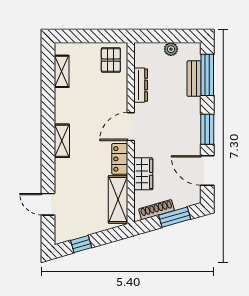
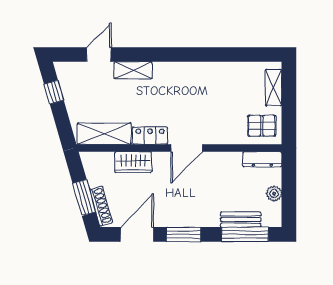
shelving: (62, 71) -> (273, 88), moved, turned 90
dresser: (141, 85) -> (262, 159), moved
door: (131, 127) -> (187, 148), swing flipped
shelving: (62, 141) -> (133, 70), moved
shoe rack: (157, 210) -> (101, 206), moved

